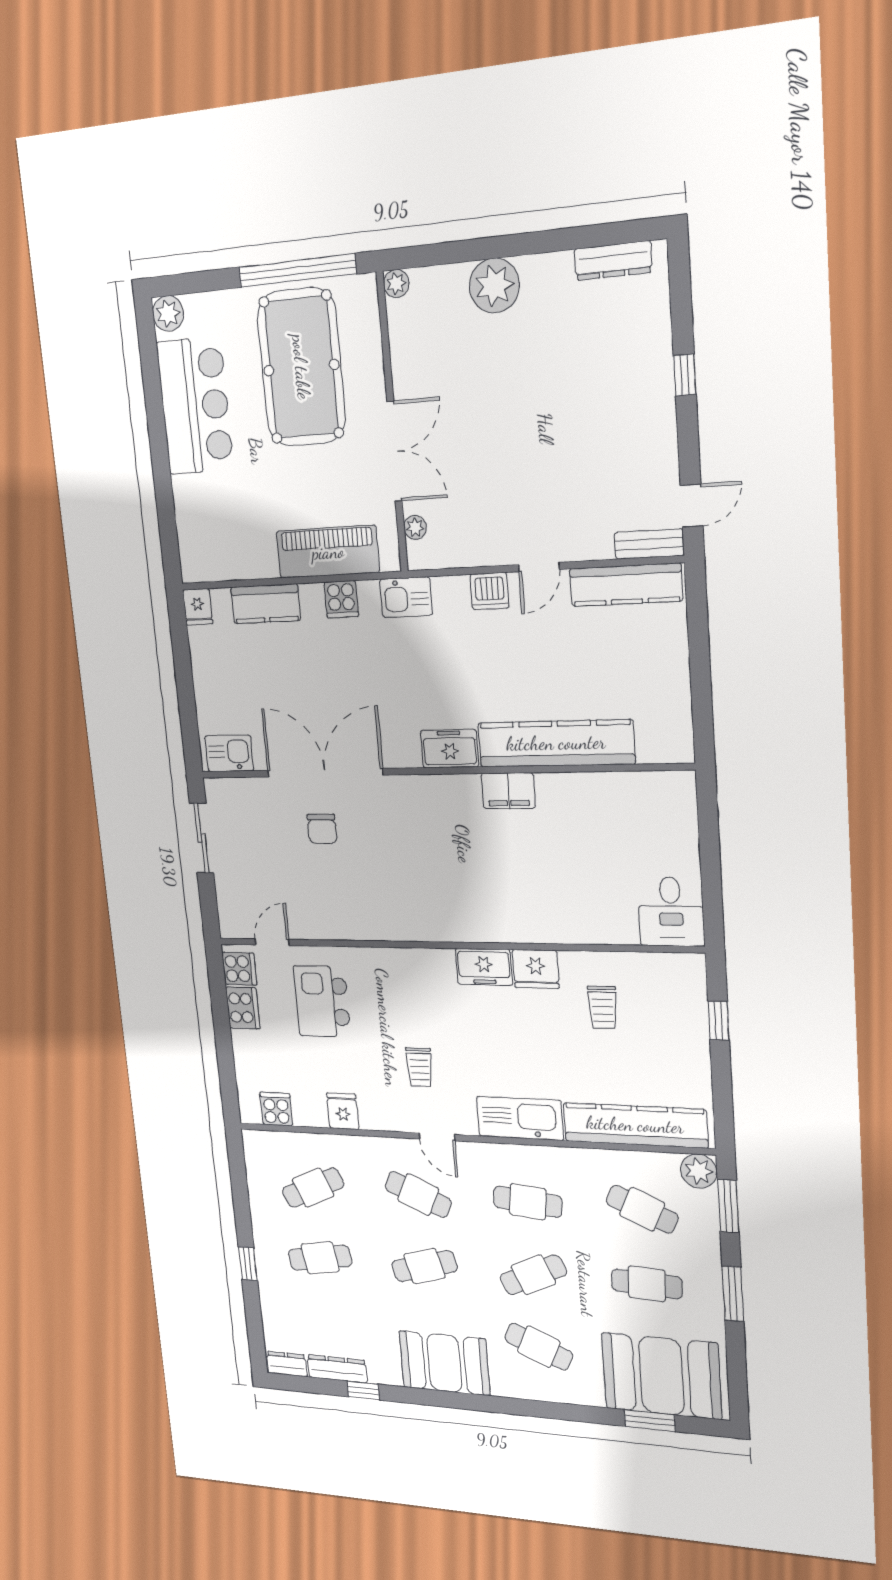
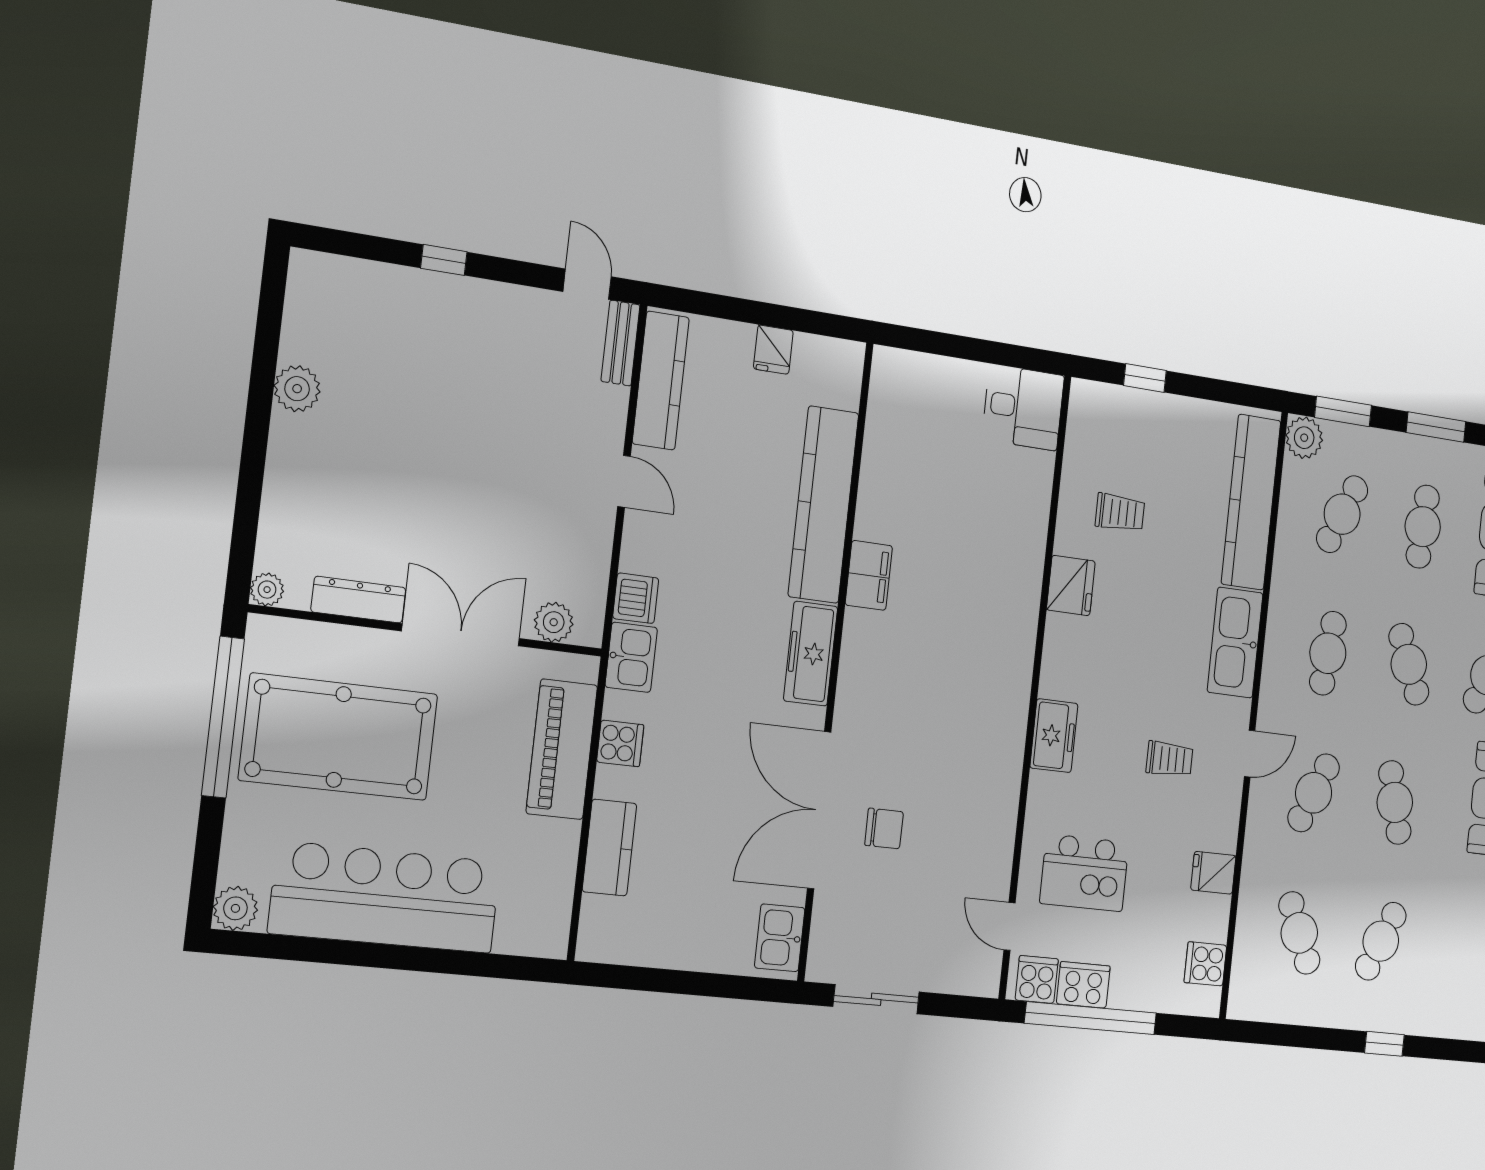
dresser: (613, 261) -> (358, 600), moved, turned -90
plant: (494, 286) -> (297, 389), moved, width x0.73, depth x0.73
bar counter: (195, 406) -> (385, 897), width x1.36
plant: (415, 527) -> (554, 622), width x1.38, depth x1.38
dishwasher: (489, 591) -> (636, 598), moved
fridge: (198, 607) -> (773, 350), moved, turned 90
freezer: (450, 749) -> (811, 654), width x1.40
freezer: (484, 967) -> (1054, 736), moved
window: (221, 1016) -> (1091, 1018), added
cafe table: (320, 1258) -> (1381, 941), turned 33

